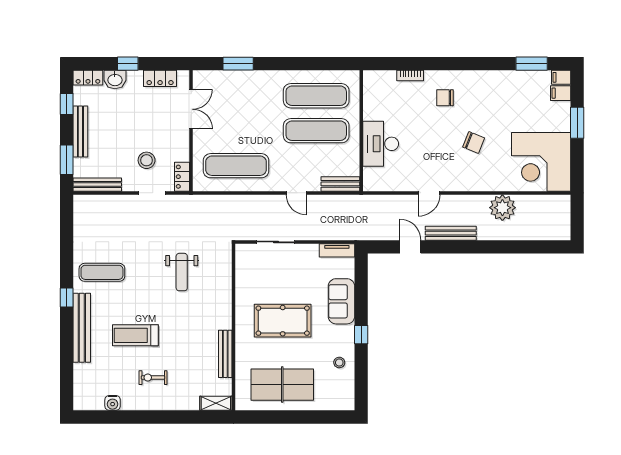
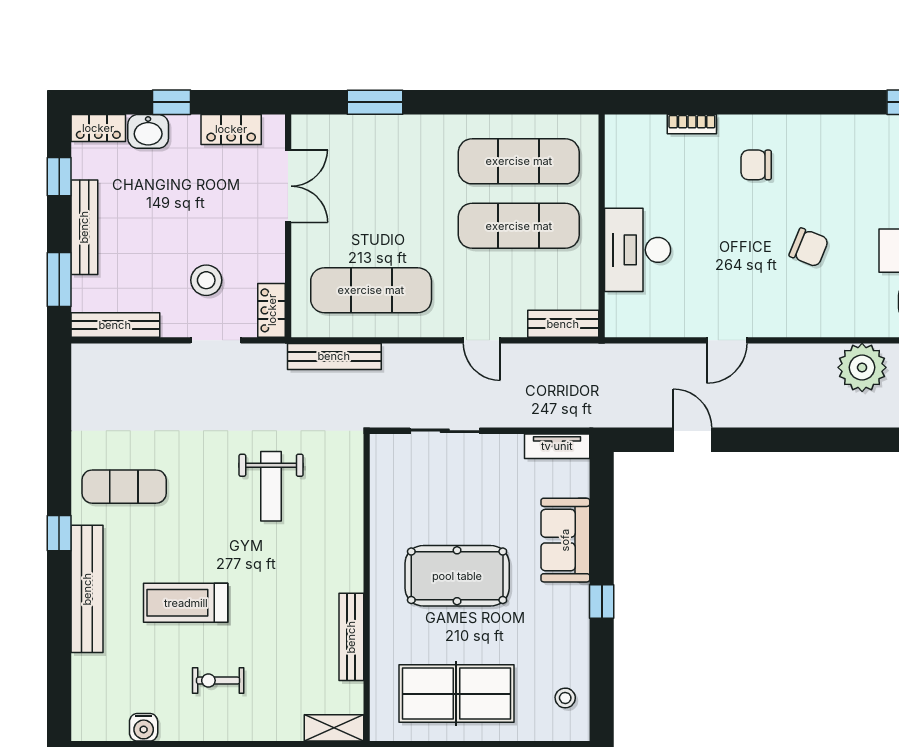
bench: (451, 233) -> (334, 356), moved
stool: (339, 363) -> (565, 698), moved

